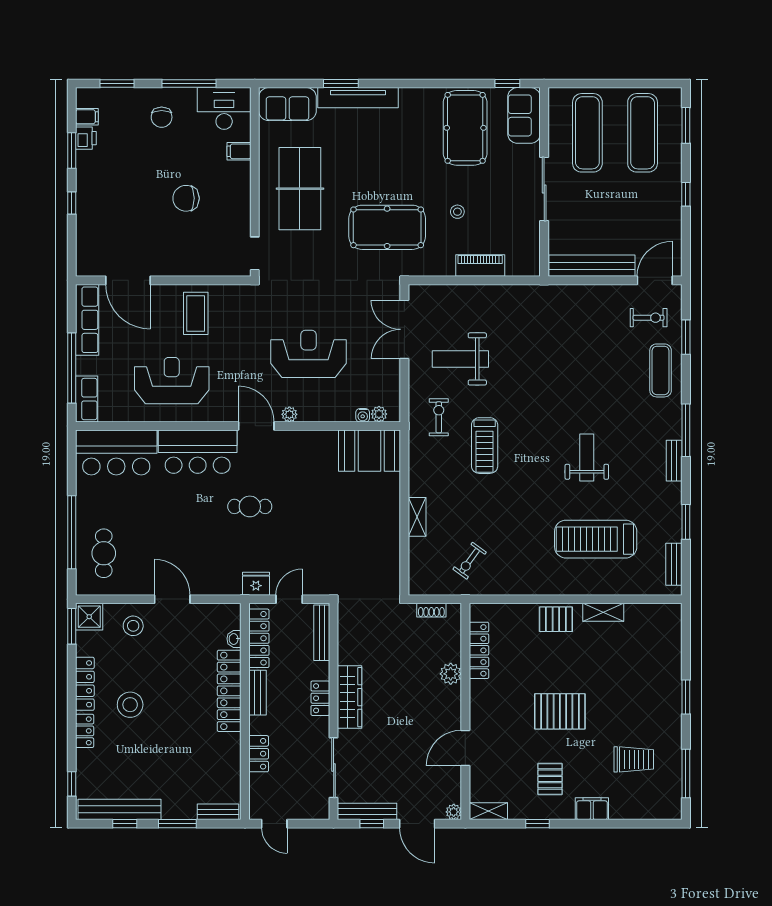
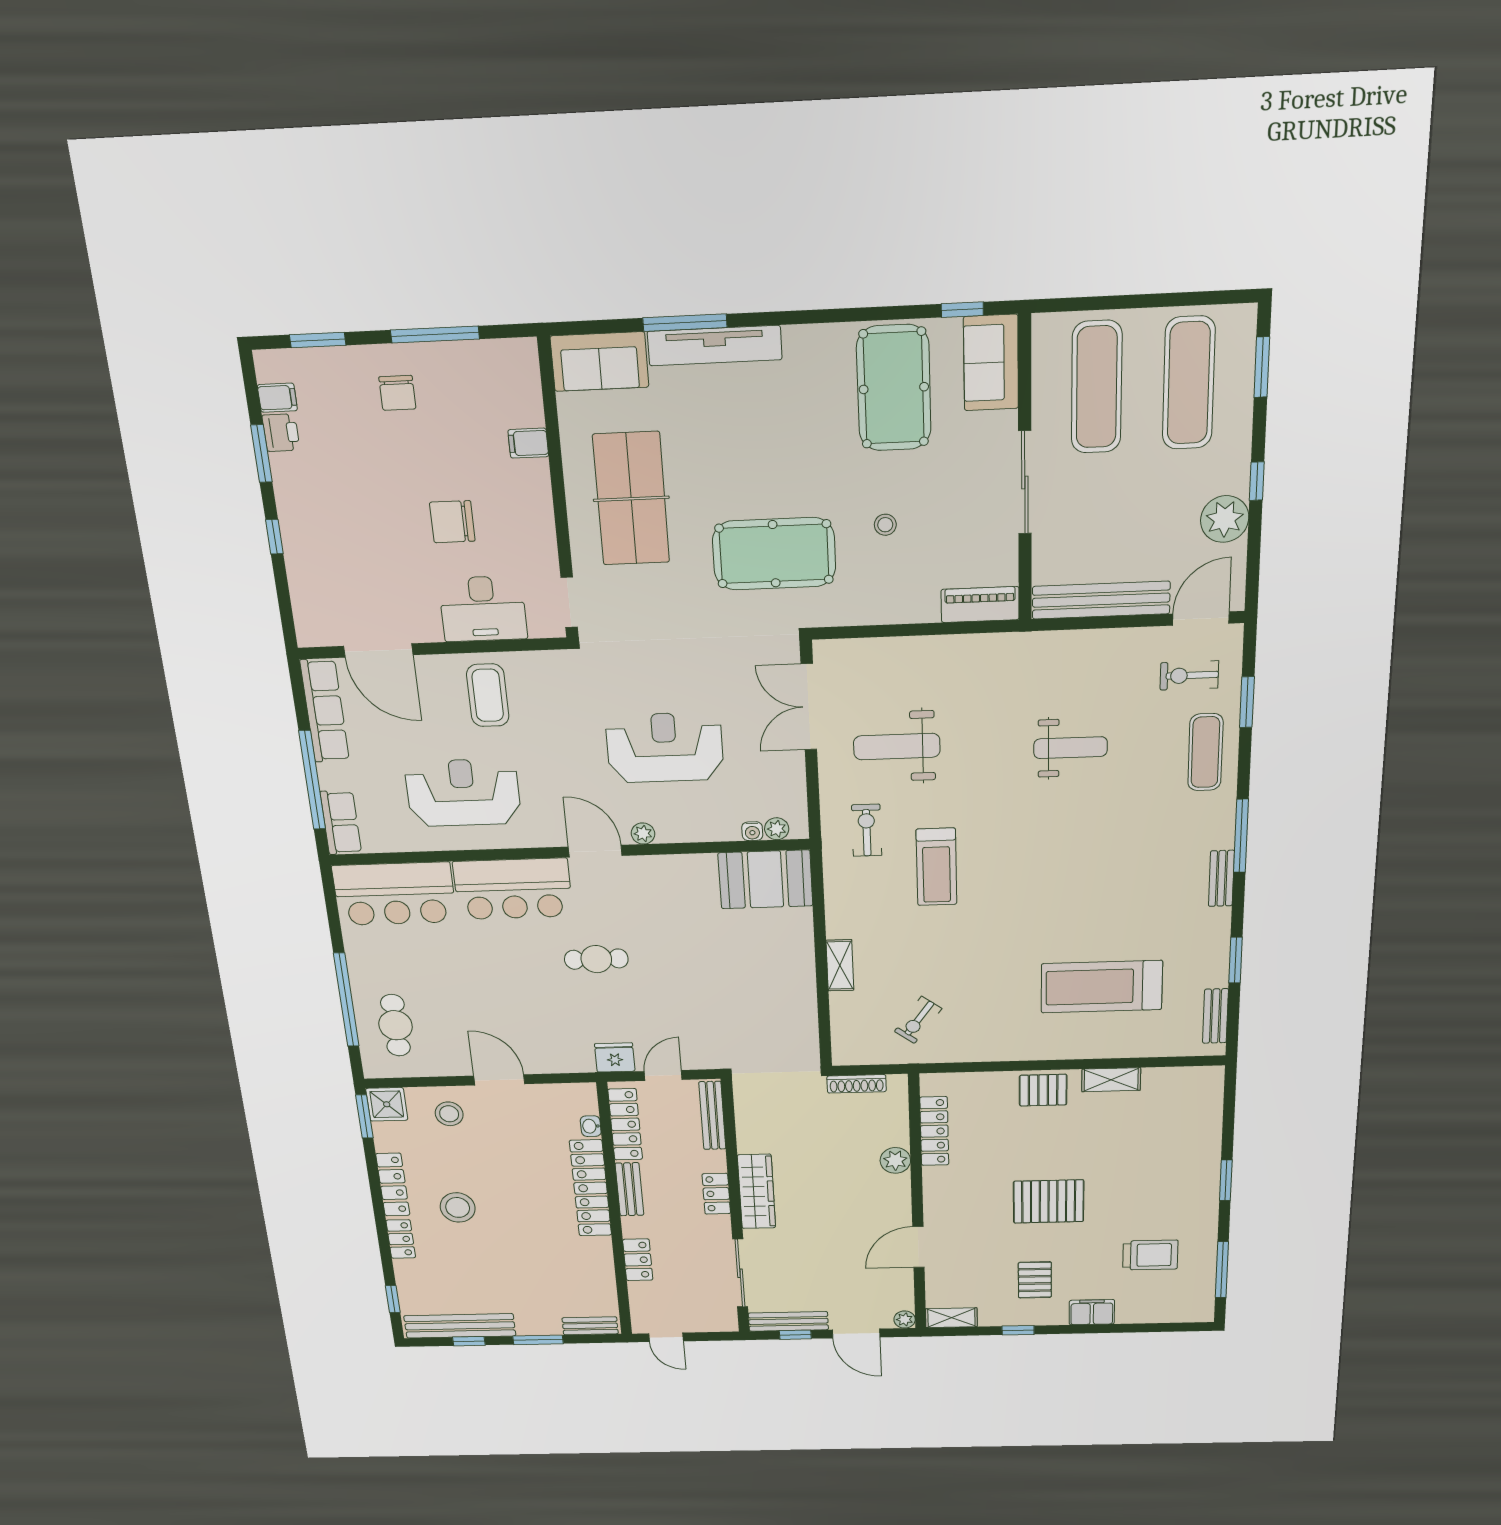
window: (341, 83) -> (685, 323), width x1.44
desk: (224, 108) -> (483, 609), moved, turned 180
plant: (667, 217) -> (1225, 519), added
piano: (480, 265) -> (980, 605), moved
exercise bike: (649, 318) -> (1189, 675), turned 180
weight bench: (587, 458) -> (1070, 748), moved, turned 90
shoe rack: (431, 610) -> (857, 1084), width x1.43

